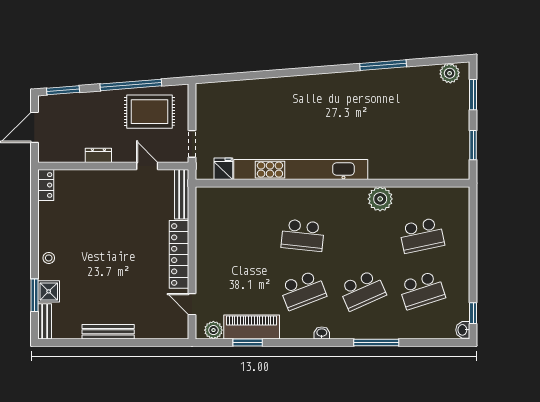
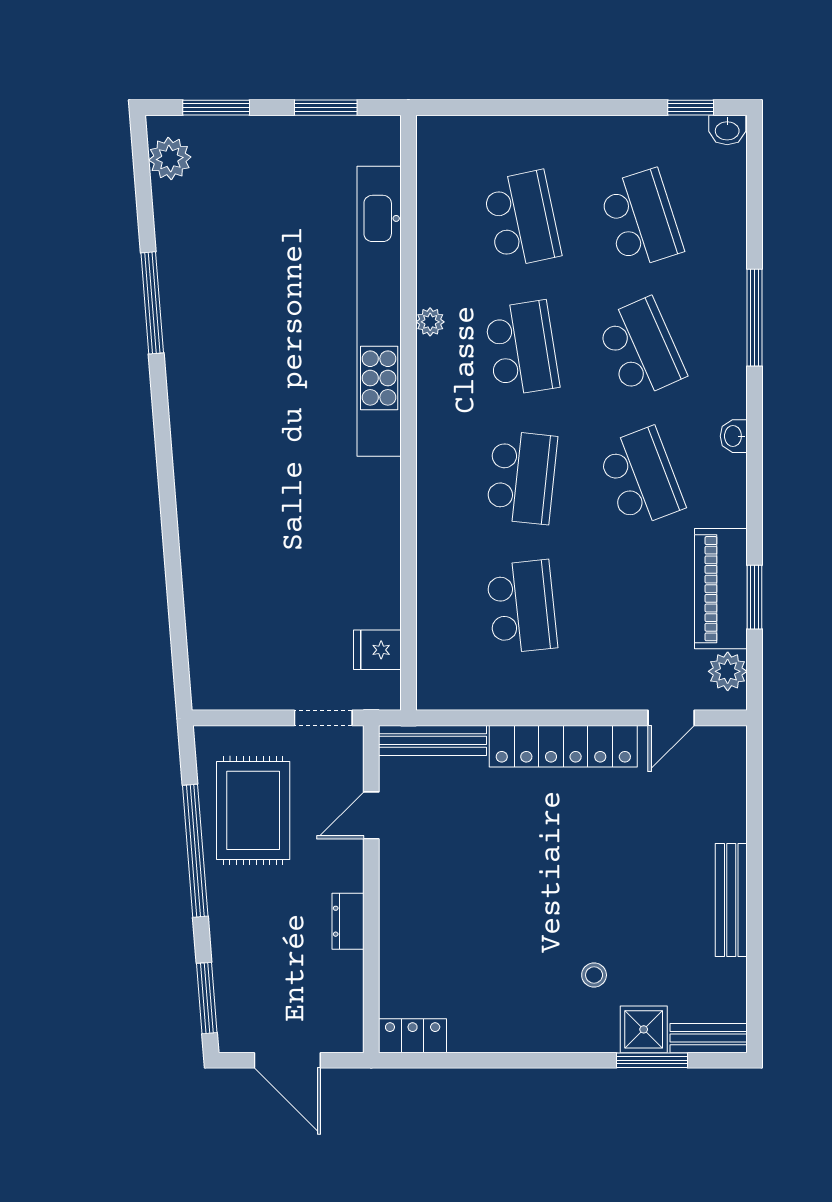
kitchen unit: (301, 170) -> (379, 311), moved
plant: (380, 199) -> (430, 322), width x0.53, depth x0.53
school desk: (243, 235) -> (522, 607), added
school desk: (362, 235) -> (522, 348), added
stool: (49, 258) -> (594, 975), moved

